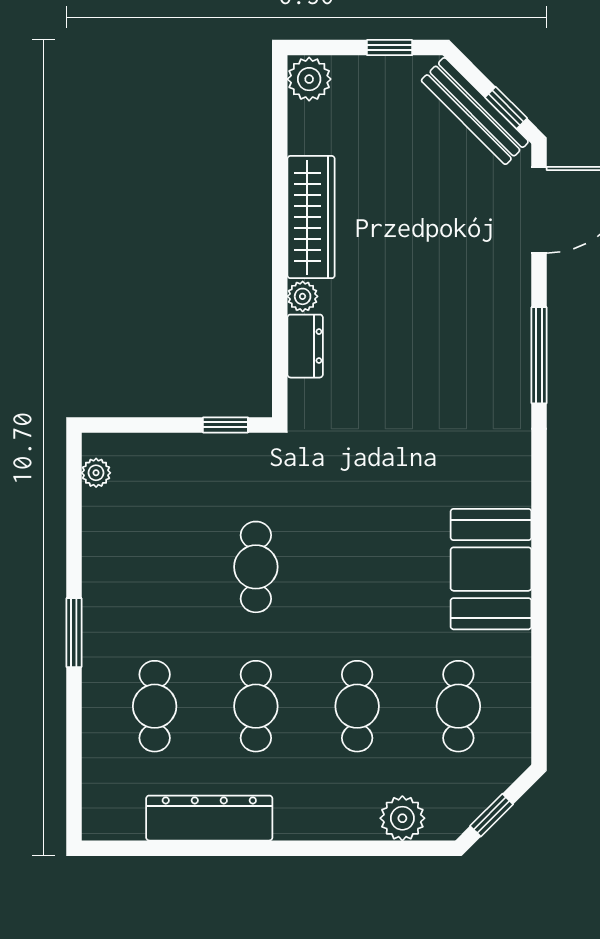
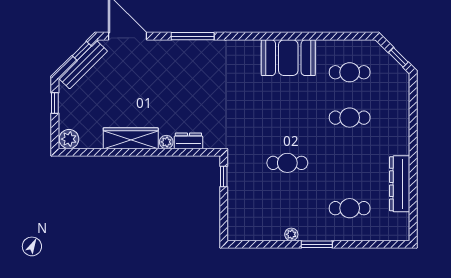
plant: (96, 473) -> (291, 234), moved
cafe table: (256, 706) -> (350, 163), removed
plant: (402, 818) -> (400, 97), removed

